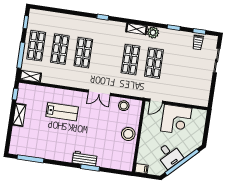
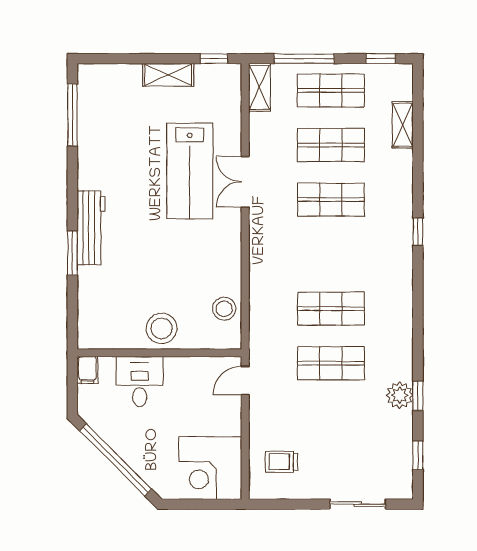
shelving: (137, 29) -> (403, 125), moved
plant: (153, 33) -> (400, 395), moved
trolley: (198, 42) -> (282, 462), moved
double door: (99, 93) -> (245, 182), moved
door: (156, 101) -> (245, 381), hinge flipped
lab bench: (62, 112) -> (190, 171), width x1.36, depth x1.39
corner desk: (176, 120) -> (210, 468), moved
desk: (169, 155) -> (140, 381), moved, turned 135
workbench: (85, 159) -> (91, 228), width x1.38

